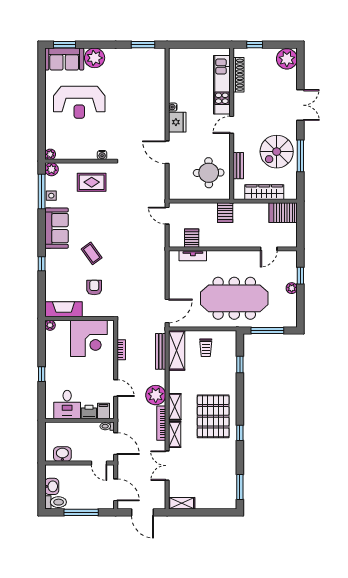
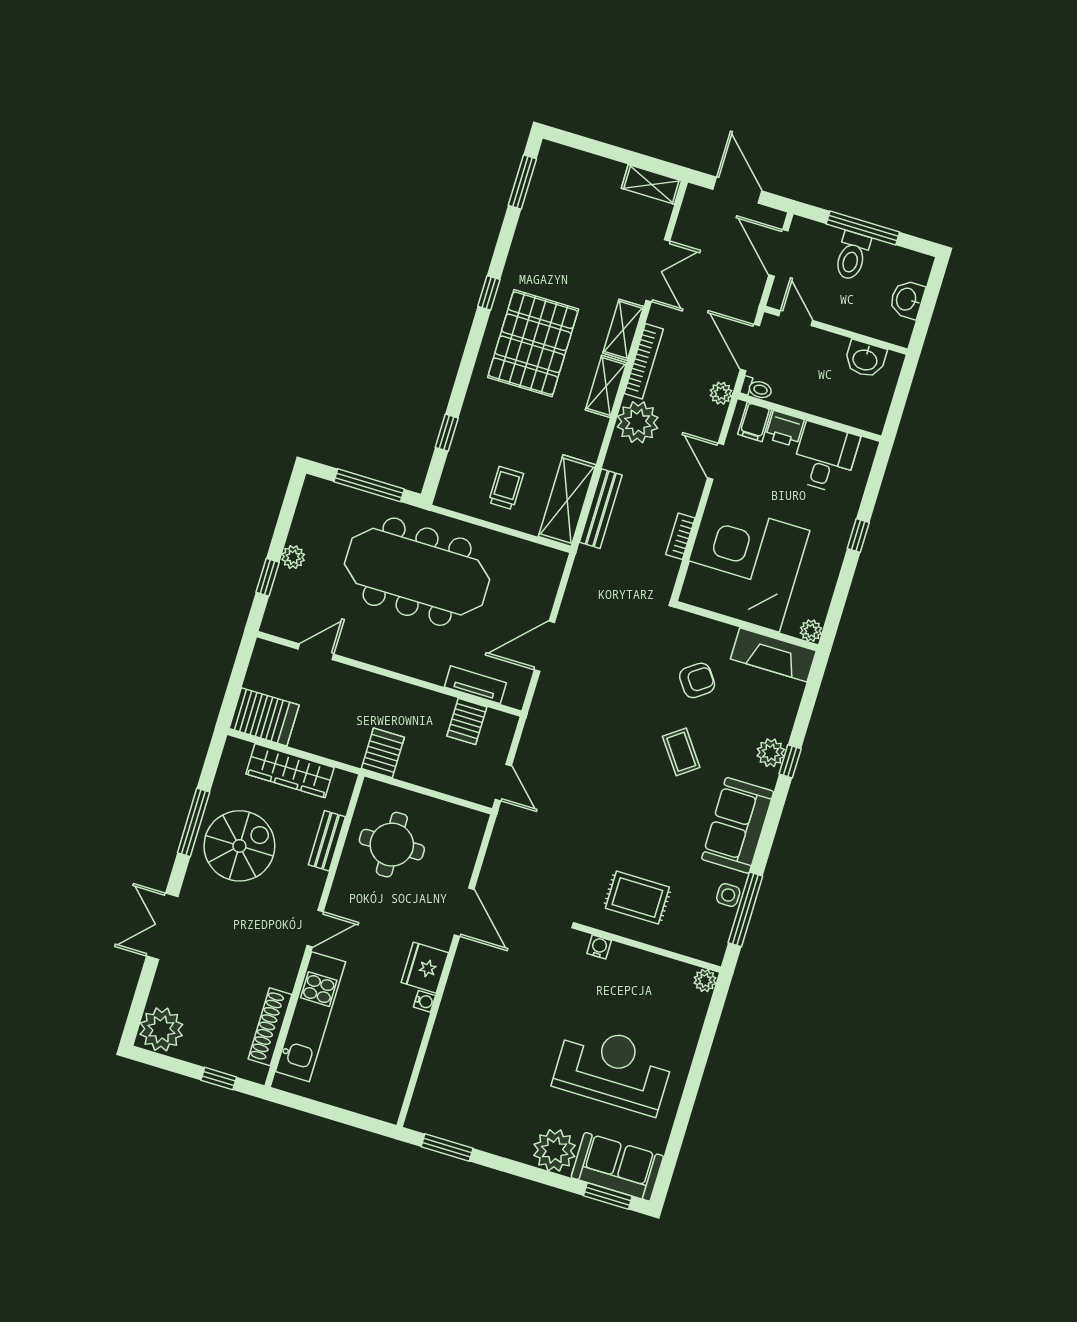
plant: (51, 169) -> (771, 753), moved
armchair: (94, 288) -> (697, 680), turned -126
door: (167, 311) -> (544, 646), moved
corner desk: (89, 338) -> (743, 566), width x1.36, depth x1.36
plant: (122, 419) -> (721, 393), added
toilet: (56, 502) -> (852, 256), moved, turned -90

